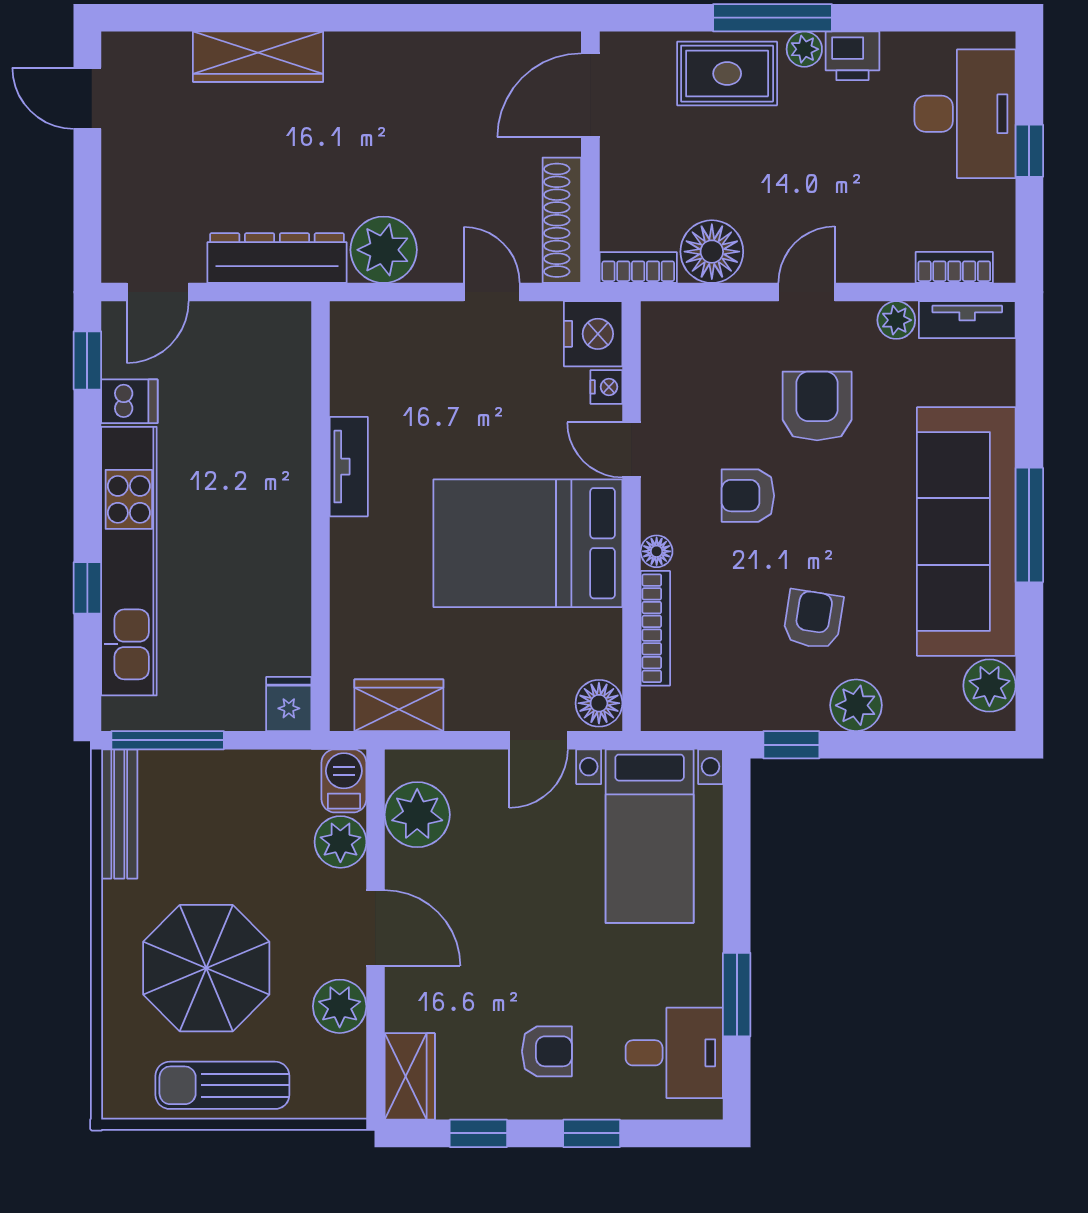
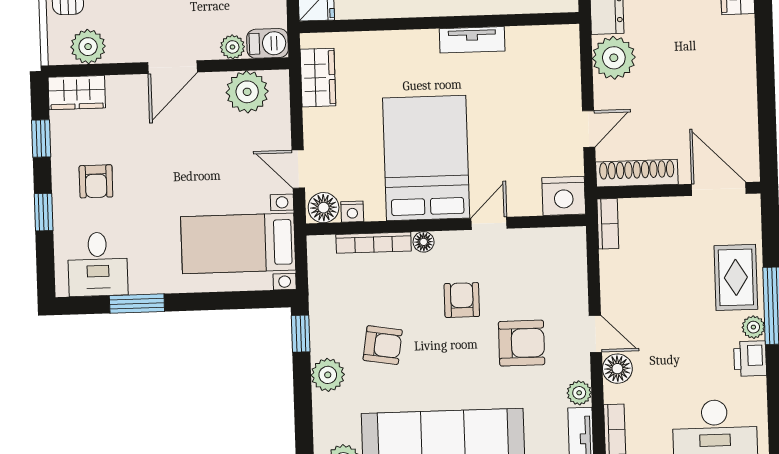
floor lamp: (712, 252) -> (617, 369), moved, width x0.73, depth x0.73
nightstand: (606, 387) -> (352, 212), moved
plant: (340, 842) -> (232, 47), width x0.73, depth x0.73
plant: (340, 1006) -> (88, 47), moved

